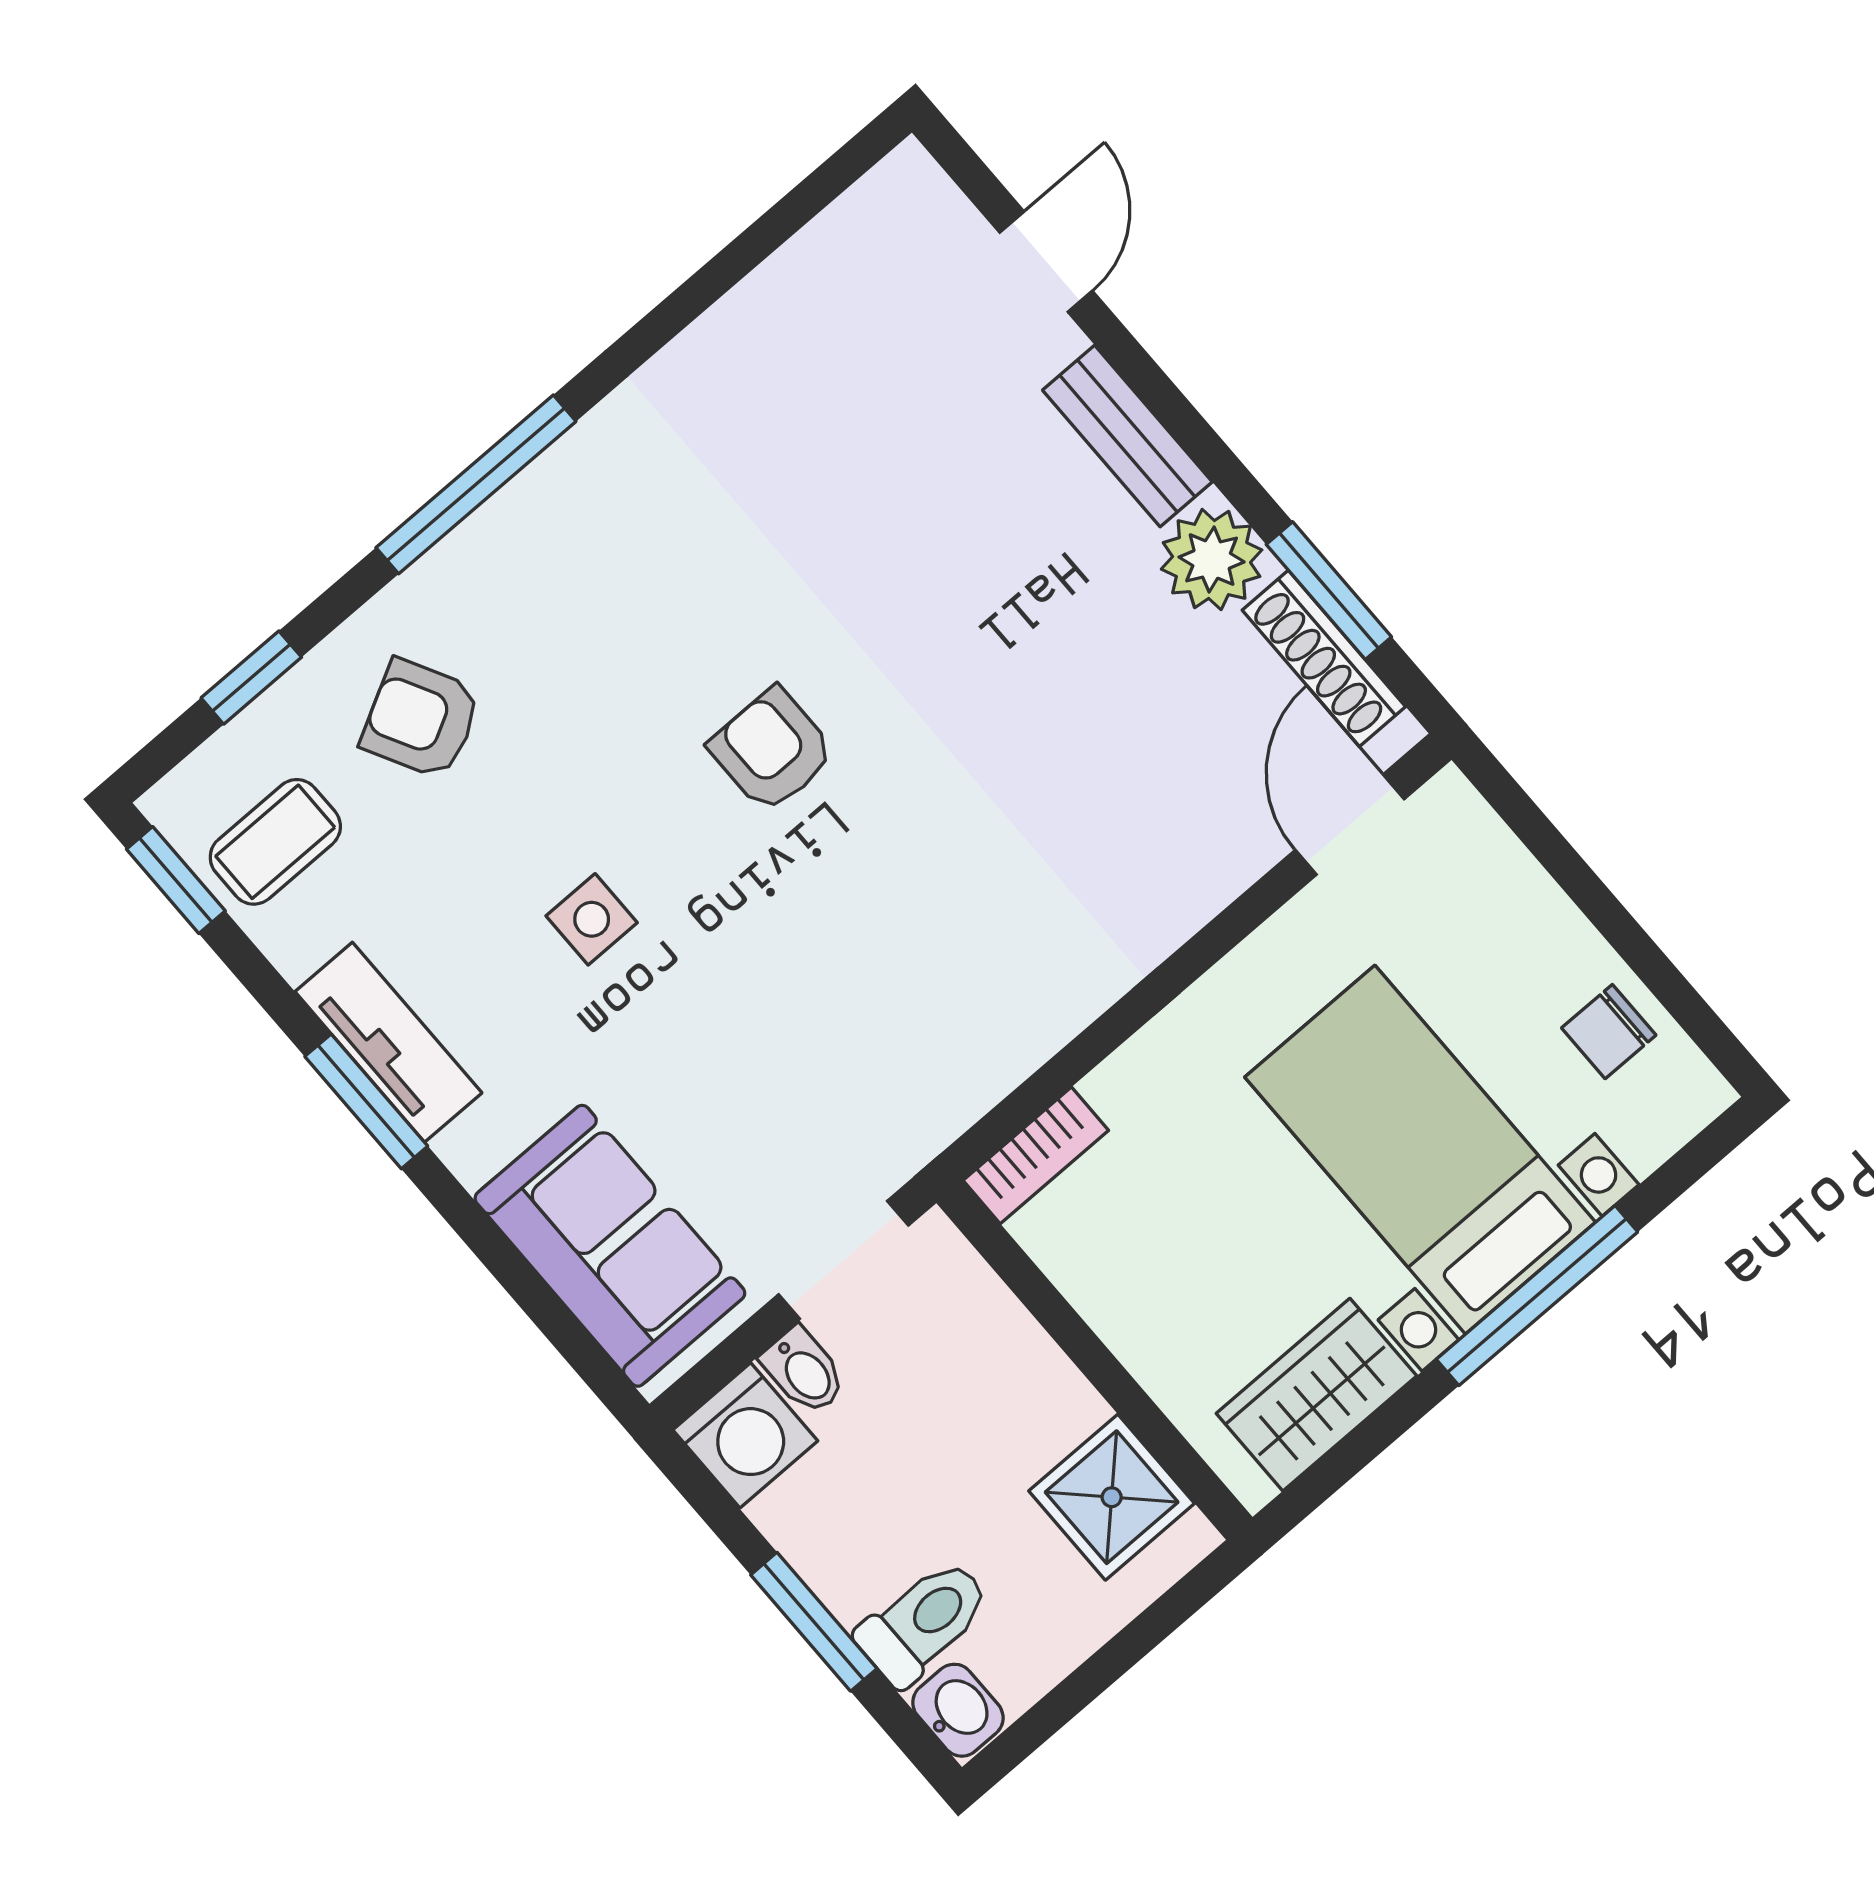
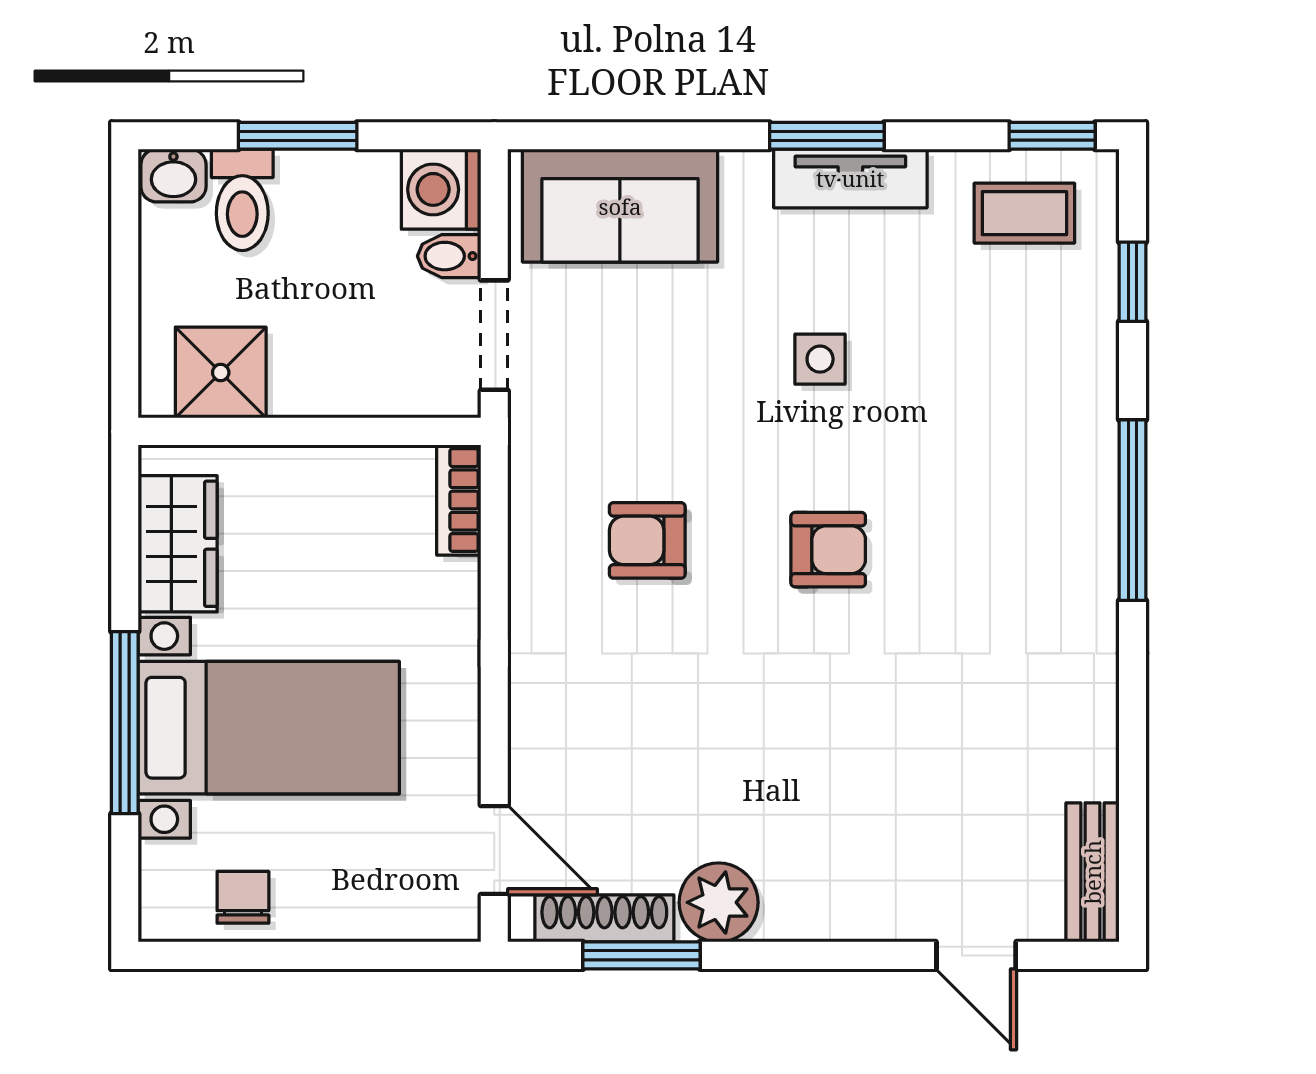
bench: (1127, 436) -> (1092, 872), moved, turned 90
armchair: (421, 719) -> (647, 540), moved, turned -152
coffee table: (275, 842) -> (1024, 213), turned 90

